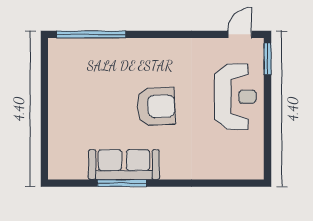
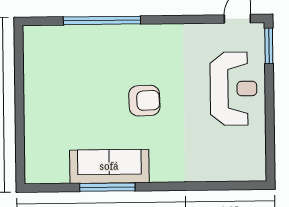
window: (91, 34) -> (102, 20), moved
armchair: (156, 106) -> (144, 101), width x0.73, depth x0.73

